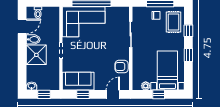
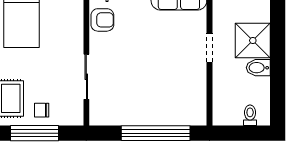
corner sofa: (84, 22) -> (169, 99), removed
door: (22, 26) -> (278, 91), removed

